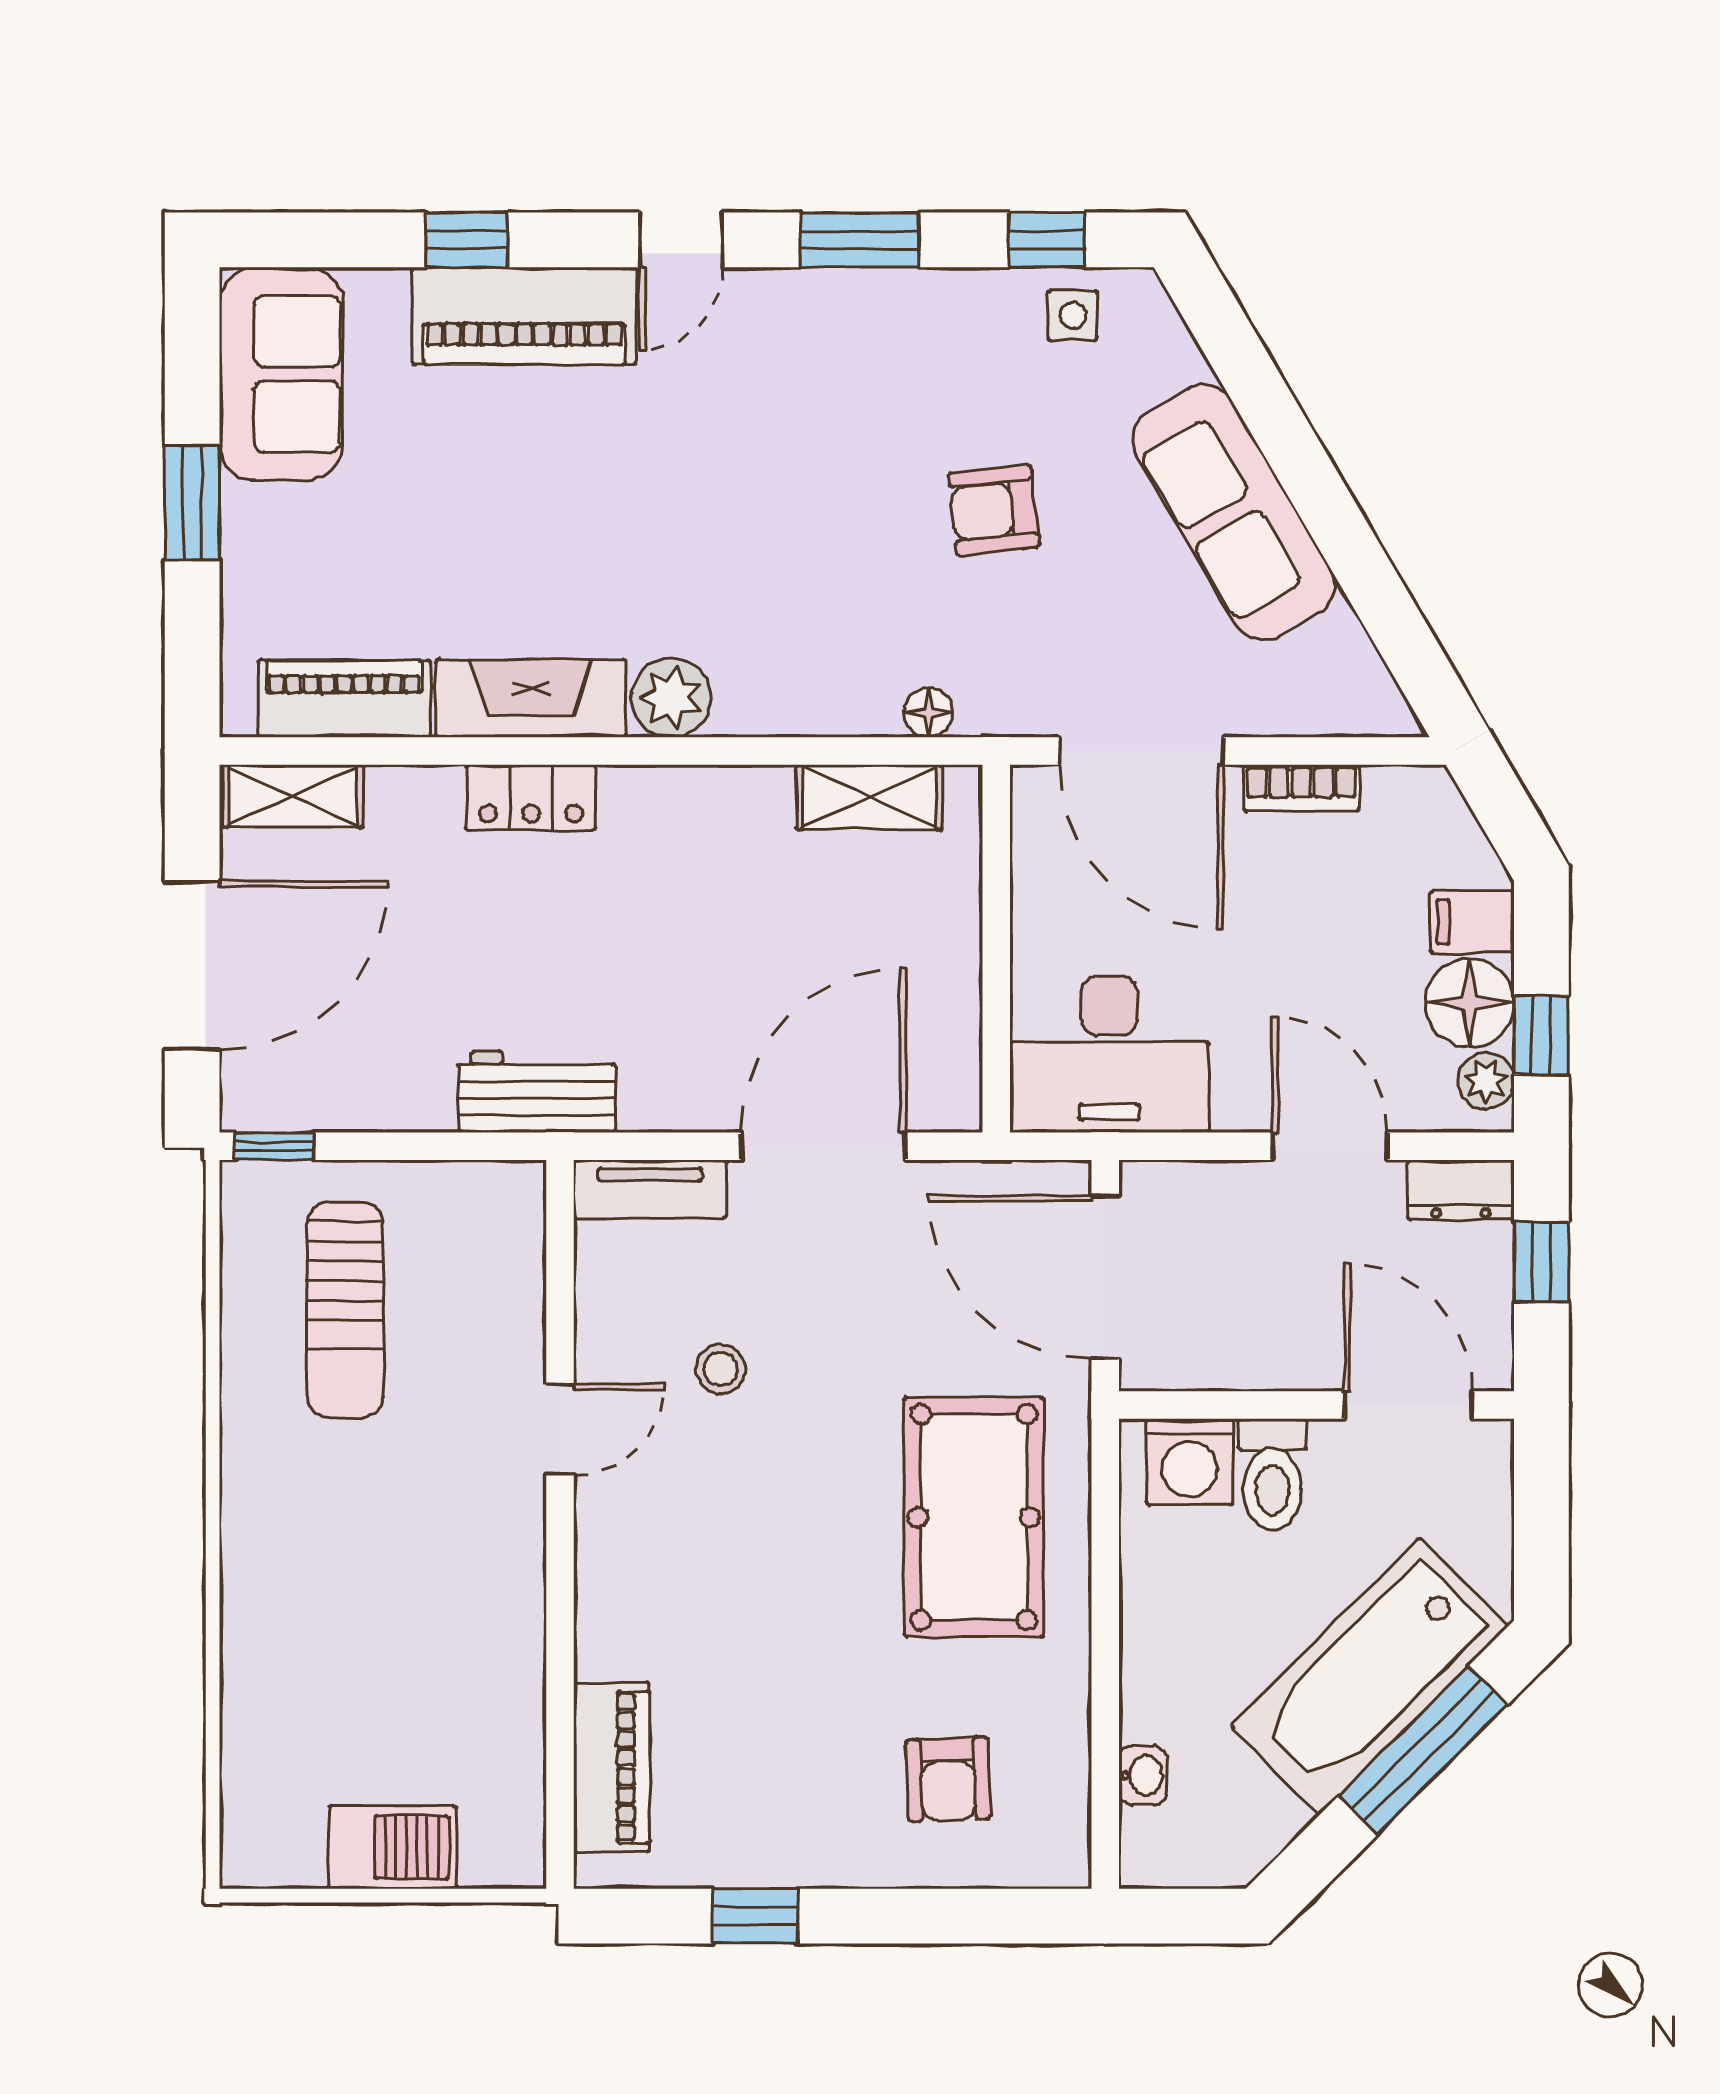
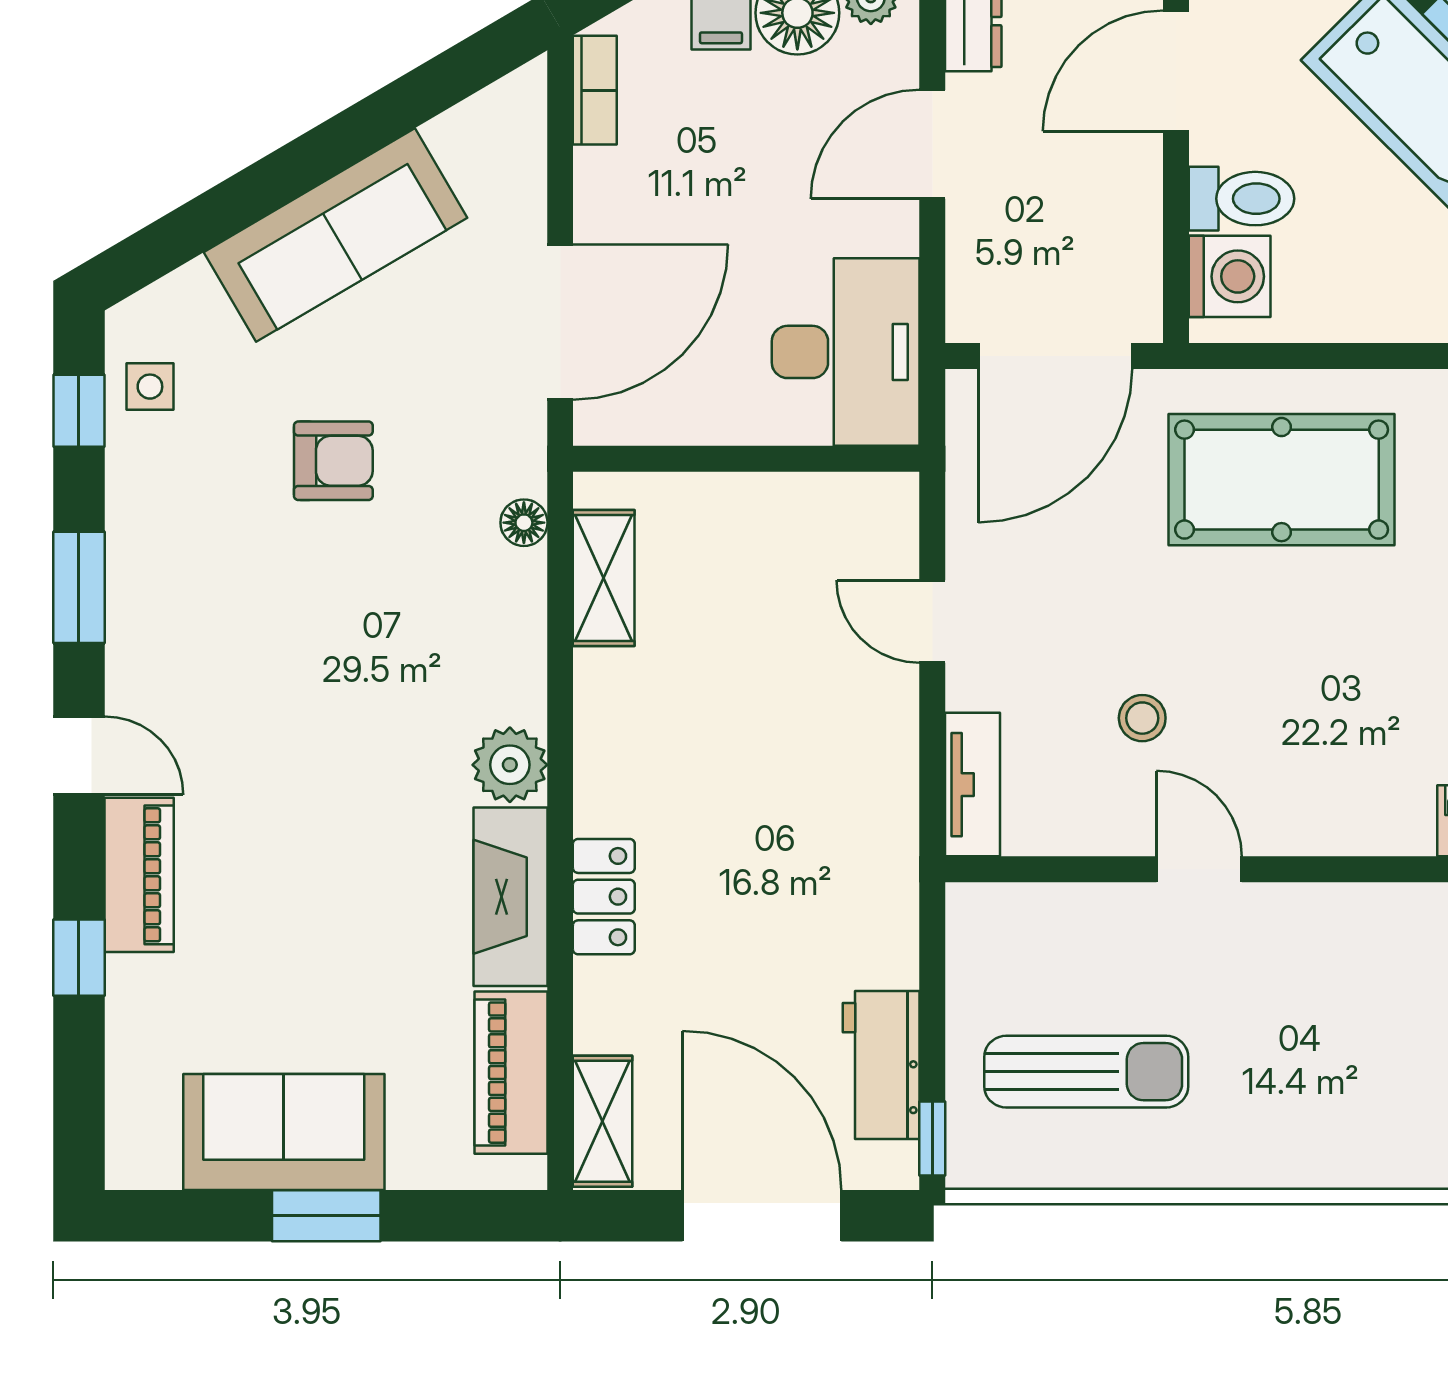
piano: (524, 316) -> (139, 875), width x0.73, depth x0.75
sofa: (281, 374) -> (284, 1132), moved
armchair: (994, 510) -> (333, 461), turned -84
bookcase: (1301, 788) -> (595, 90), moved
workbench: (537, 1092) -> (881, 1065), moved
door: (823, 1146) -> (932, 622), width x0.53

